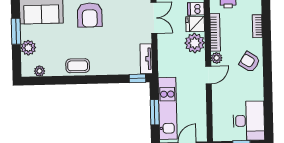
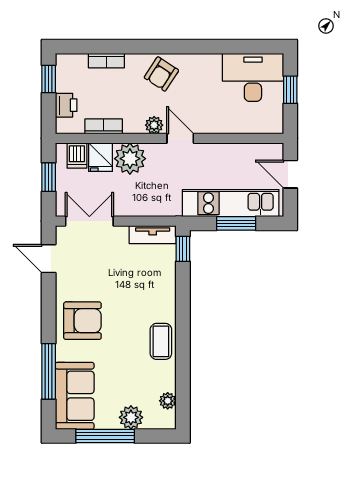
window: (16, 31) -> (105, 436), width x1.44
bookcase: (215, 32) -> (104, 126), width x0.64

